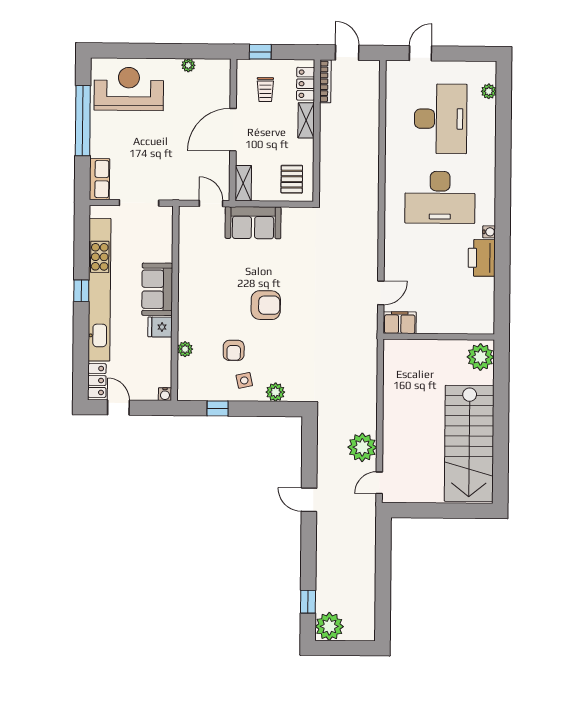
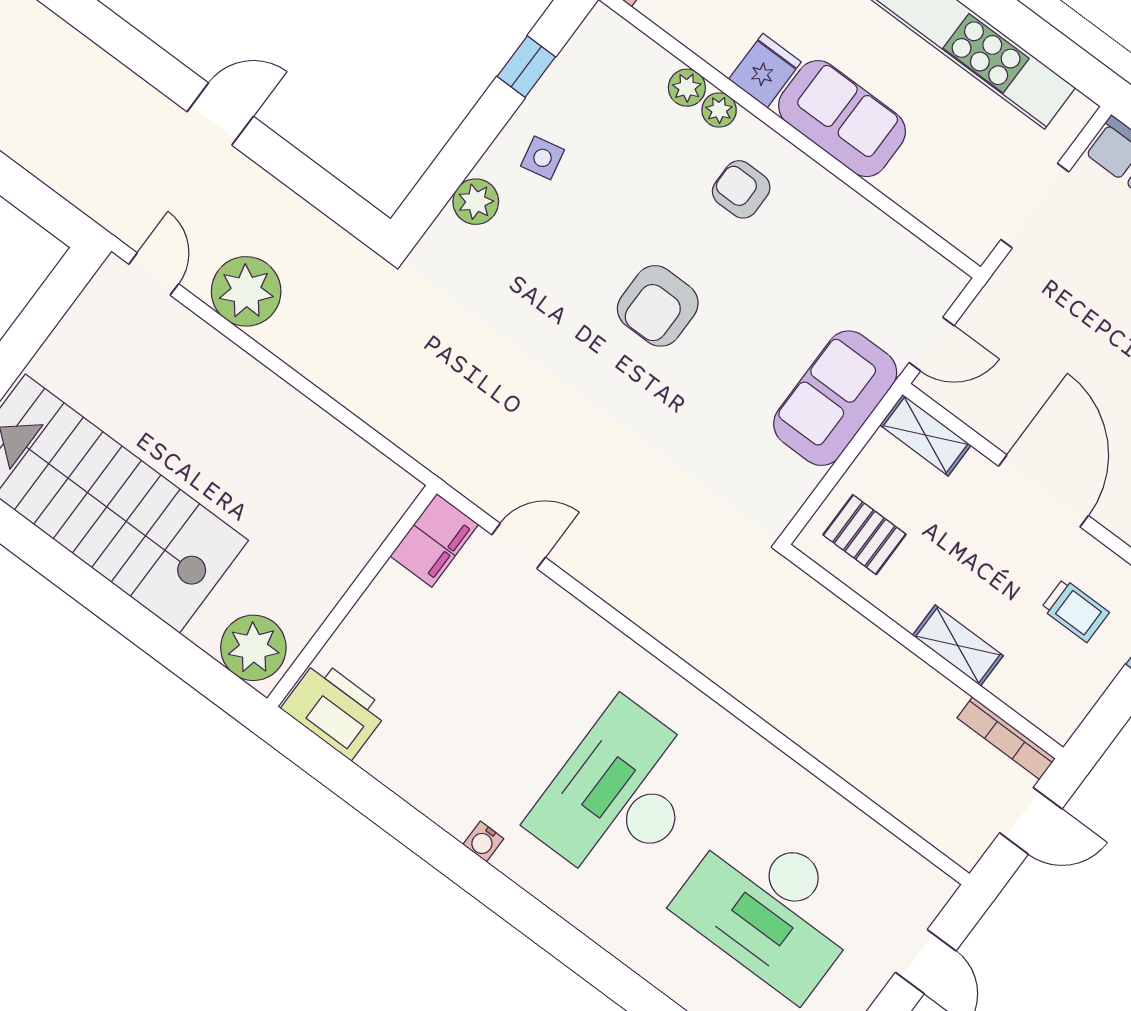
locker: (306, 84) -> (1029, 696), removed
trolley: (265, 90) -> (1075, 610), turned 180
printer: (482, 258) -> (335, 709), moved
door: (381, 293) -> (519, 546), swing flipped
plant: (185, 333) -> (719, 110), added
armchair: (234, 350) -> (741, 189), moved

